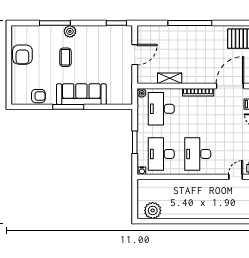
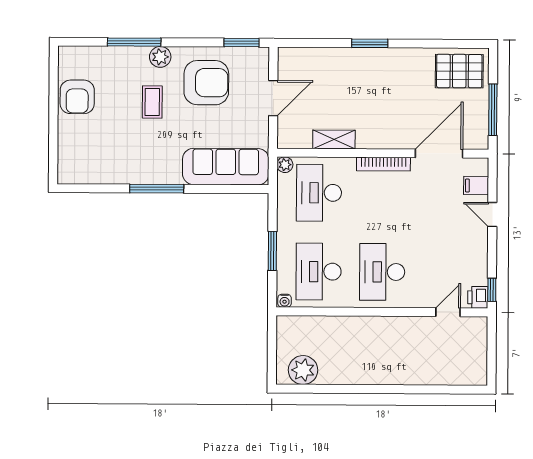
window: (190, 23) -> (370, 43), width x0.47
sofa: (81, 94) -> (226, 167), moved
armchair: (38, 96) -> (206, 83), moved, width x1.88, depth x1.88

